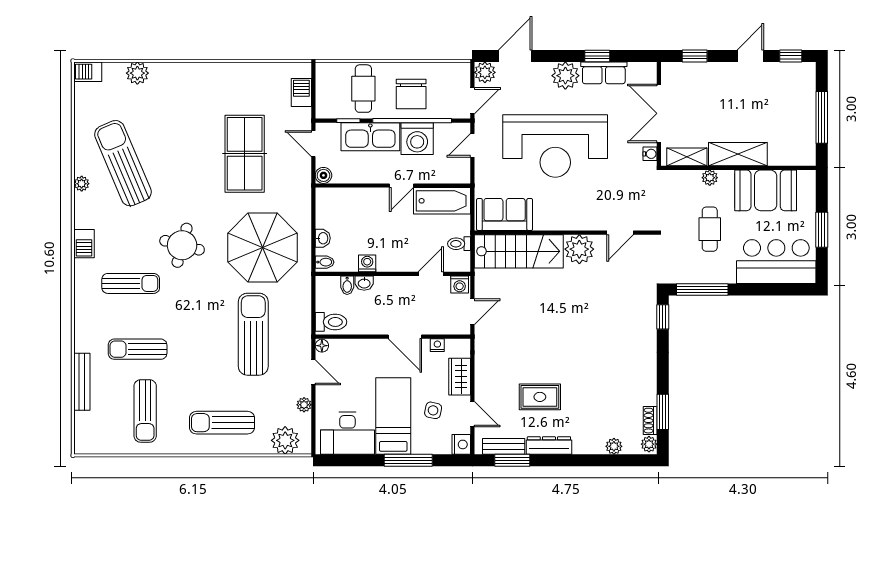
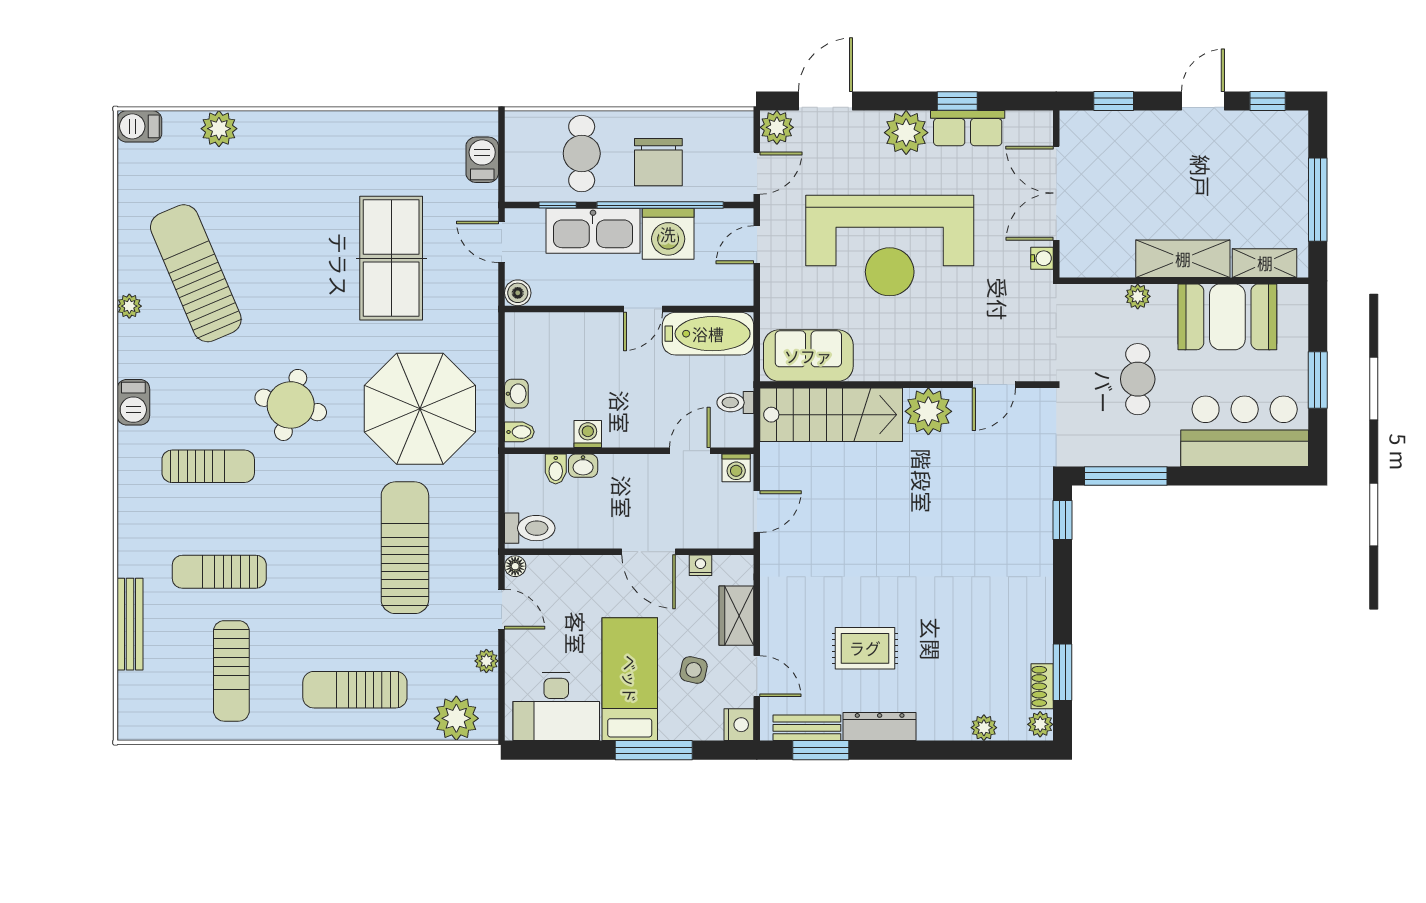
shelving: (687, 157) -> (1265, 263), moved

